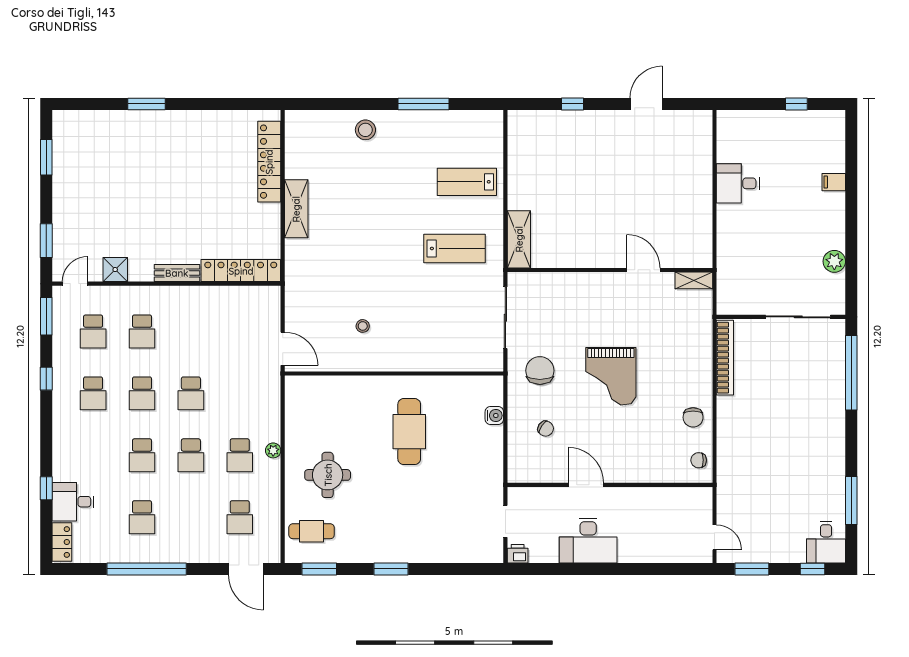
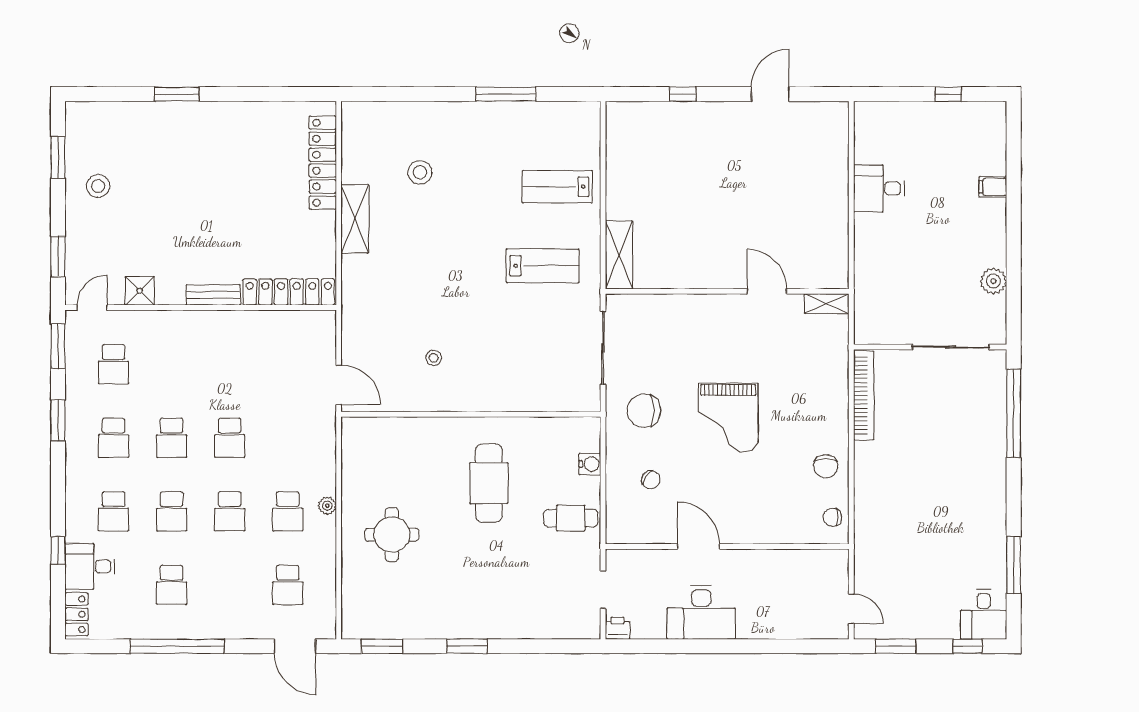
stool: (365, 130) -> (420, 172), moved
stool: (80, 181) -> (98, 186), added
school desk: (142, 331) -> (114, 511), moved
chair: (540, 371) -> (644, 411), turned -90
window: (46, 379) -> (58, 420), width x1.50
cafe table: (312, 531) -> (571, 518), moved

